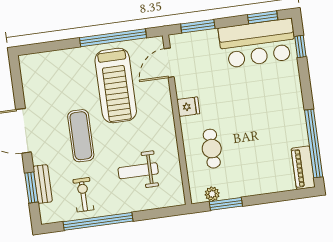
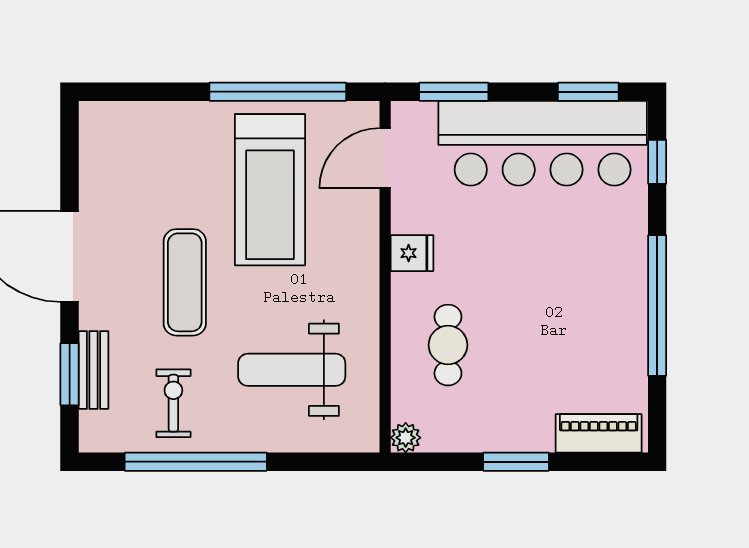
bar counter: (257, 43) -> (543, 143), width x1.36
window: (314, 144) -> (657, 305), moved
piano: (303, 168) -> (599, 433), moved, turned 90
weight bench: (138, 171) -> (292, 370), width x1.36, depth x1.33
plant: (212, 194) -> (406, 438), moved
window: (226, 204) -> (516, 462), moved

